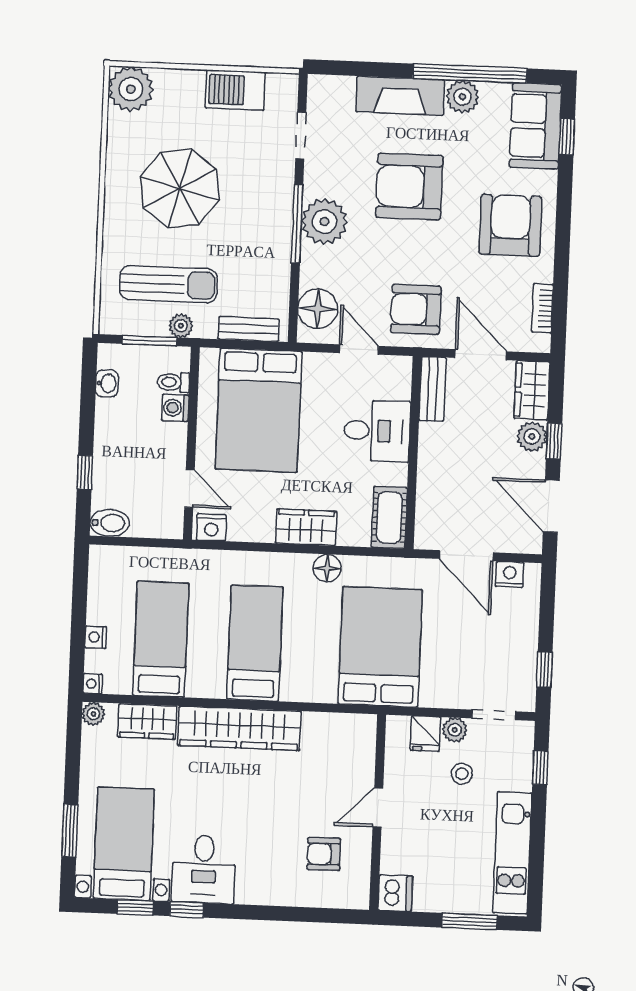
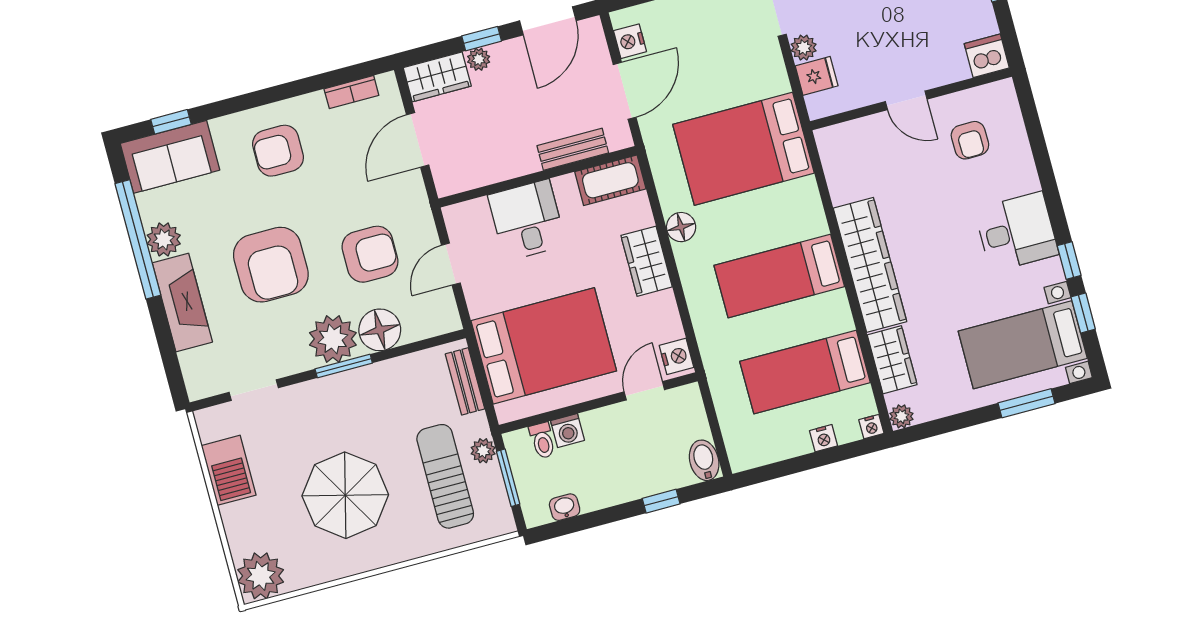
window: (297, 224) -> (344, 366), width x0.69
armchair: (510, 225) -> (278, 151), width x0.73, depth x0.73
floor lamp: (318, 309) -> (380, 330), moved
armchair: (416, 309) -> (370, 254), moved, turned -90
bench: (432, 389) -> (573, 149), moved
plant: (532, 437) -> (479, 59), width x0.73, depth x0.73
stool: (462, 774) -> (846, 27), removed
desk: (204, 869) -> (1017, 232), moved

